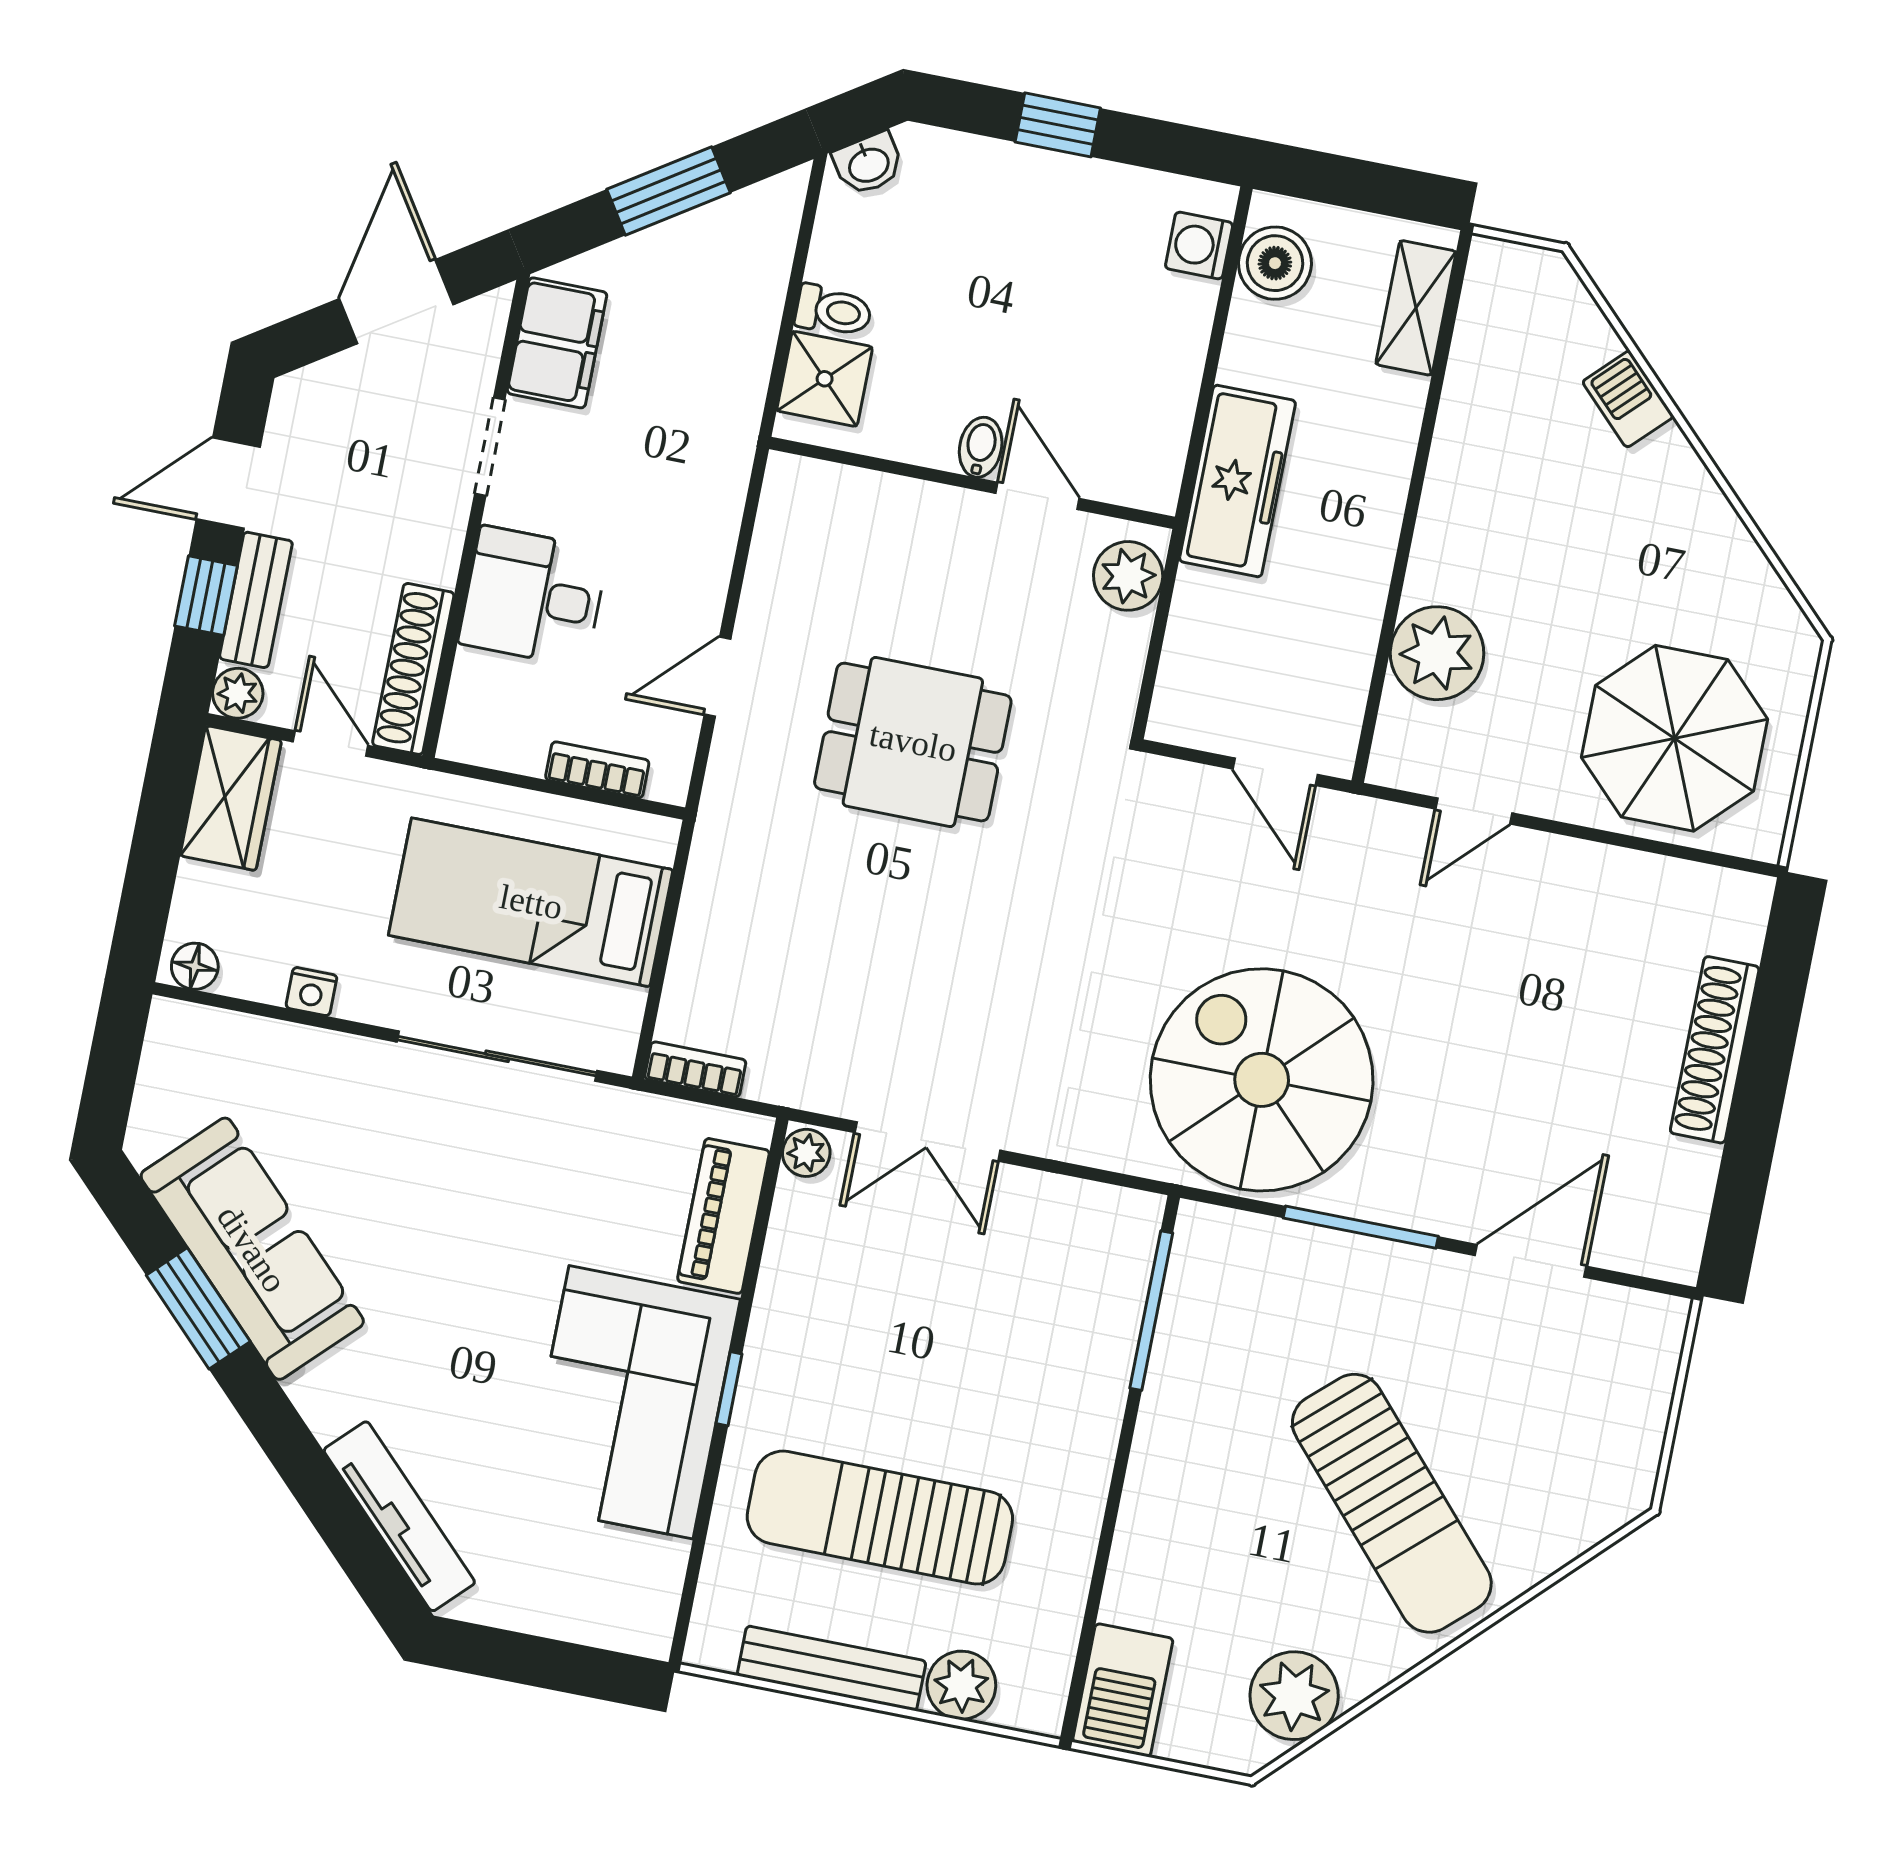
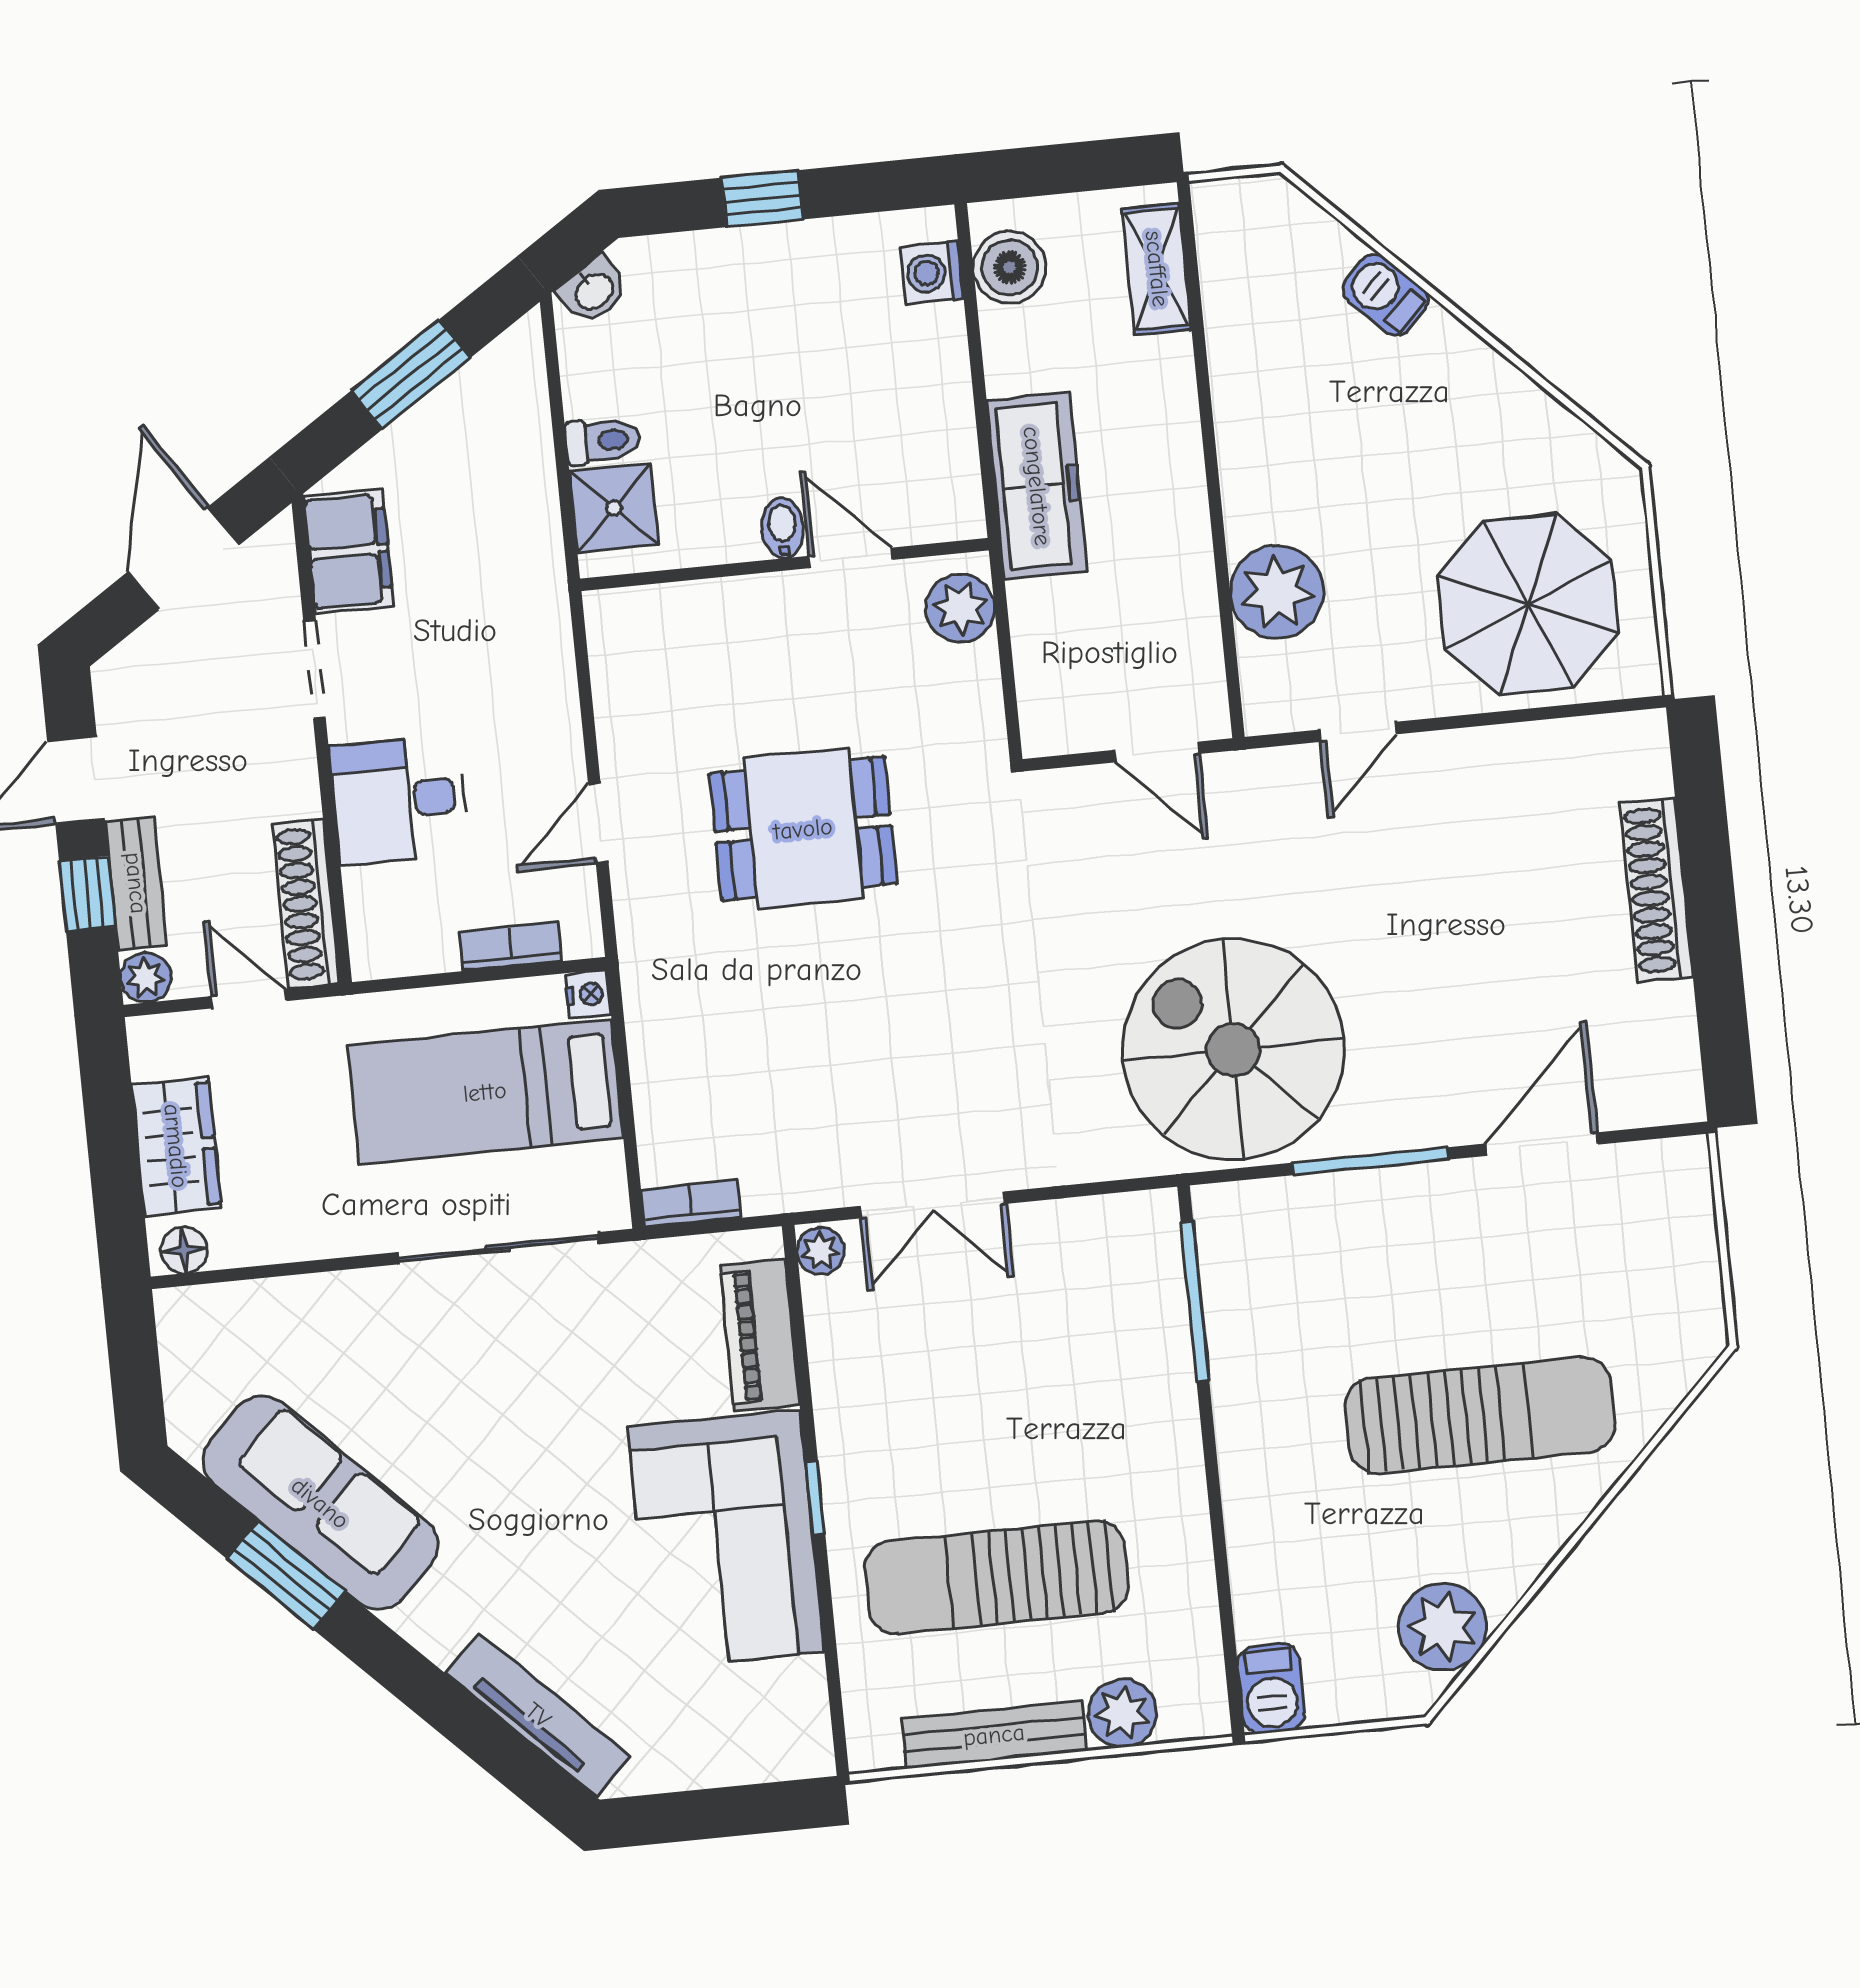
wardrobe: (231, 798) -> (176, 1146), moved
nightstand: (311, 992) -> (588, 994), moved, turned -90
sun lounger: (1392, 1503) -> (1480, 1415), turned -48
barbecue: (1123, 1690) -> (1271, 1689), width x0.73, depth x0.79

